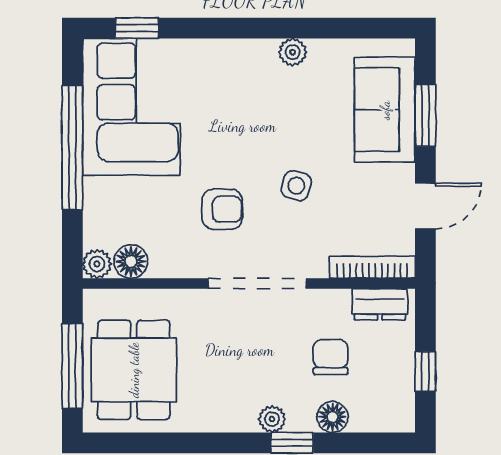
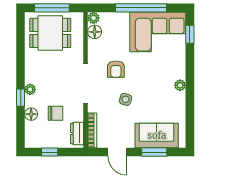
plant: (293, 52) -> (180, 85), moved

